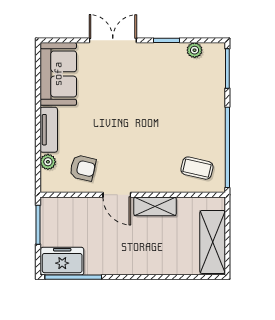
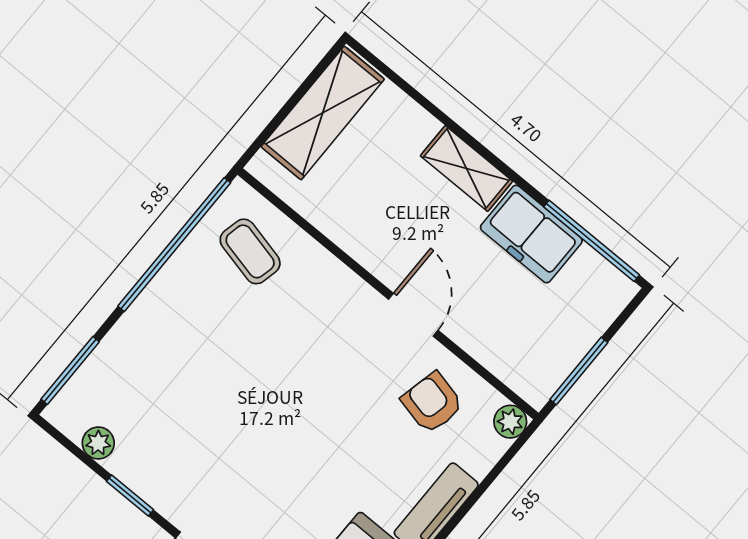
plant: (48, 162) -> (510, 422), moved
shelving: (155, 206) -> (466, 168), moved
freezer: (62, 261) -> (531, 234), moved

